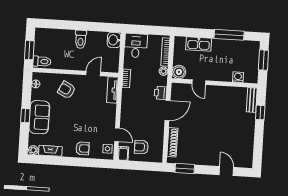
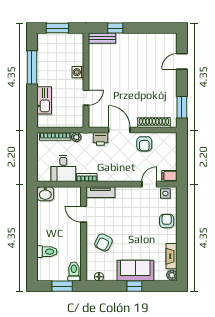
toilet: (81, 39) -> (47, 252), moved
desk: (136, 46) -> (63, 168), moved, turned -90
boiler: (179, 72) -> (76, 120), removed
washing machine: (238, 77) -> (78, 72), moved
armchair: (141, 147) -> (144, 144), moved

